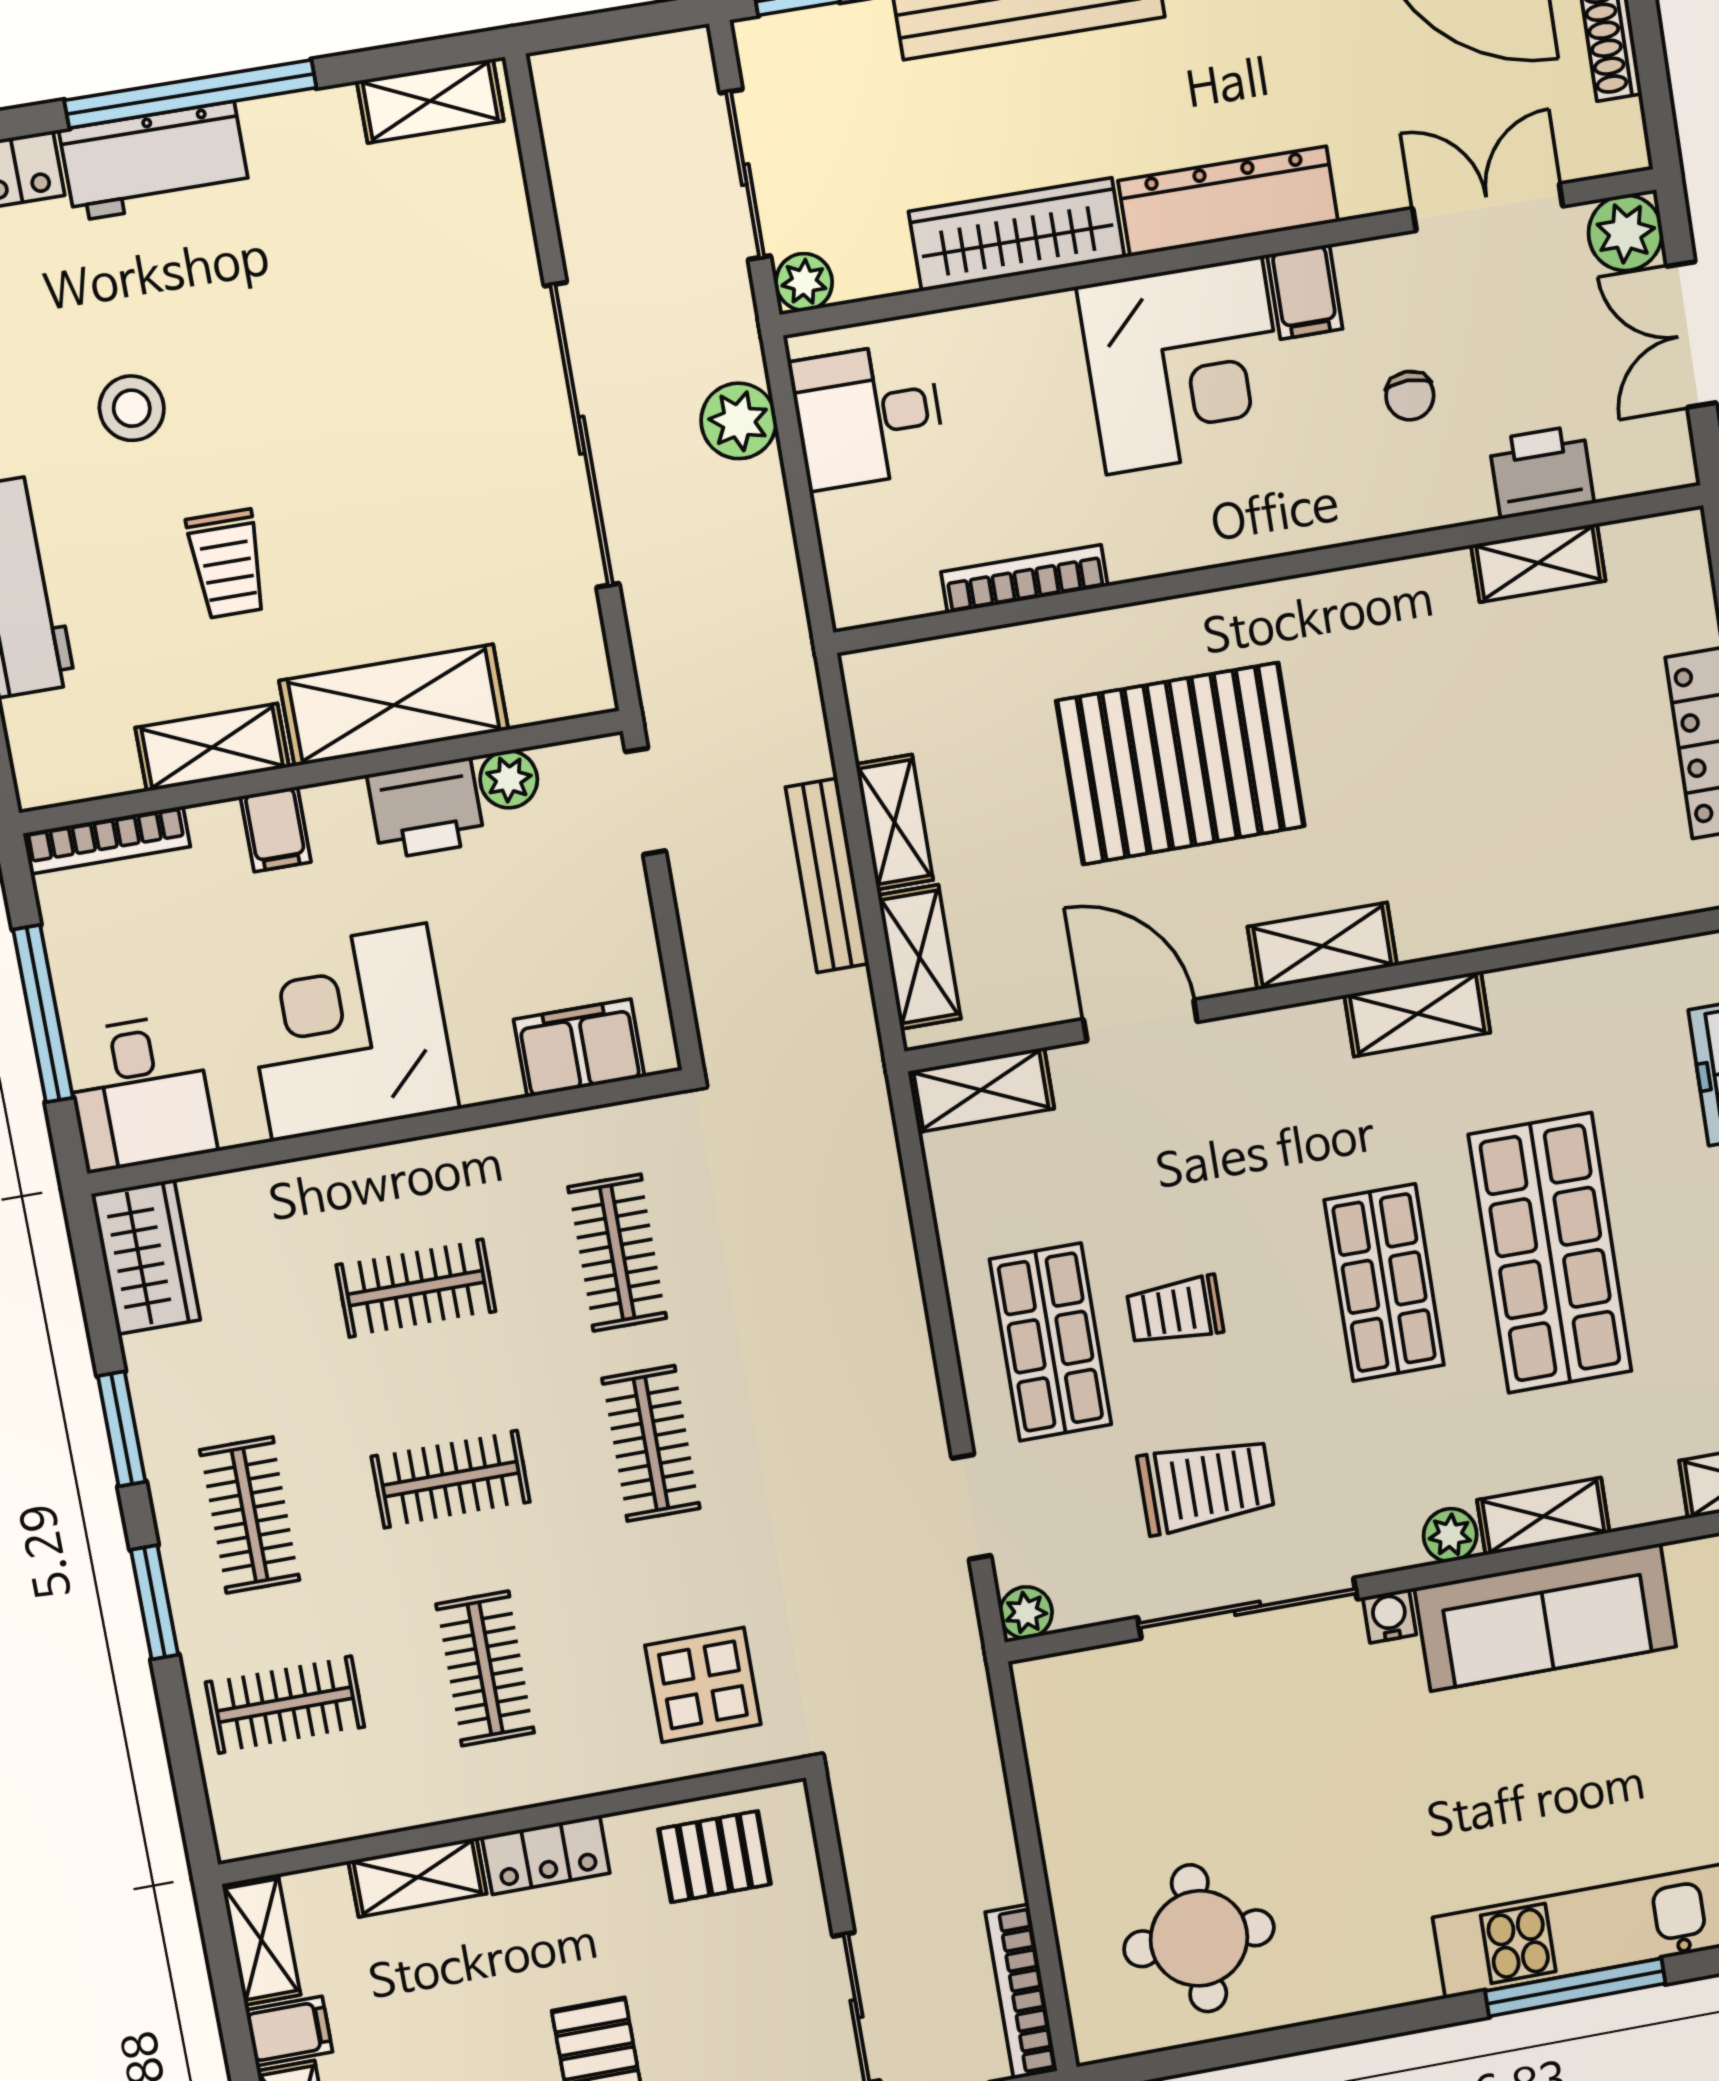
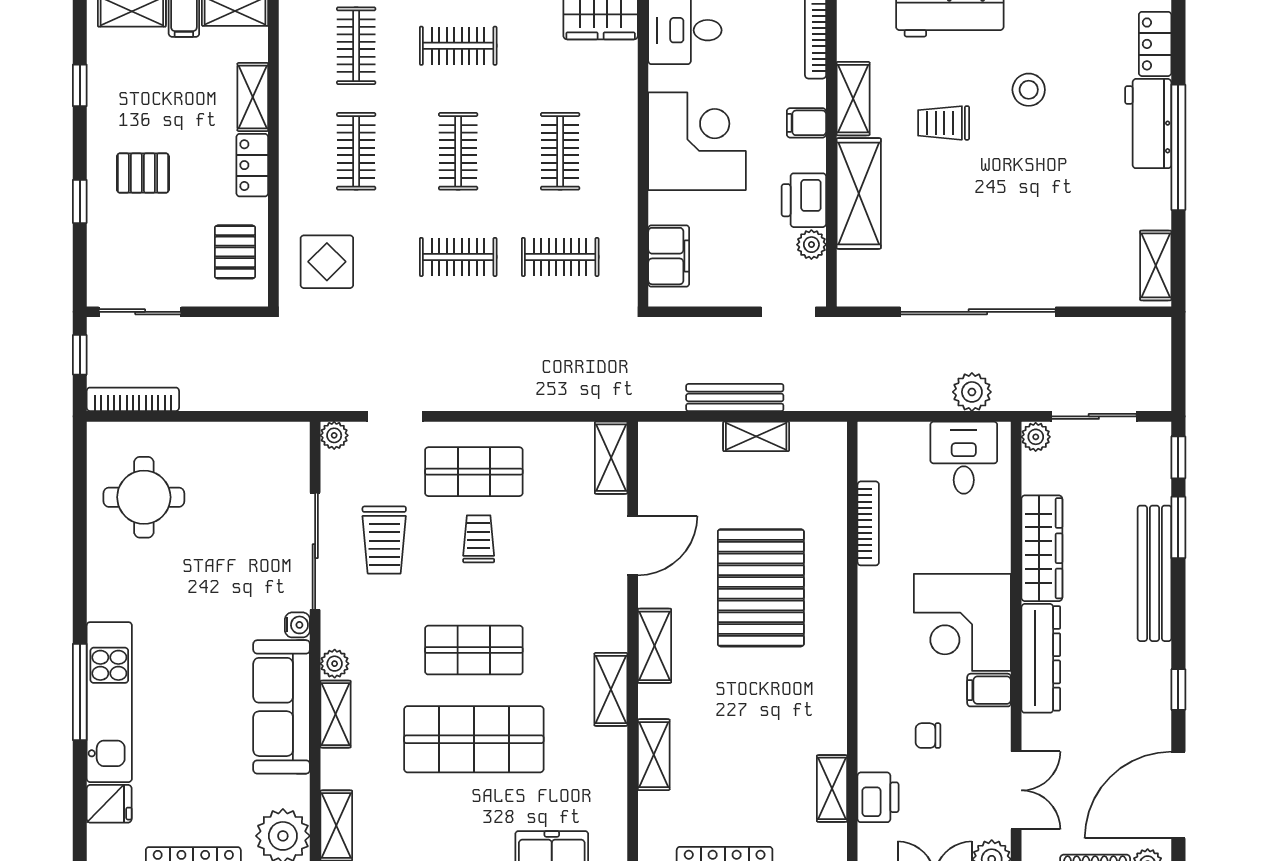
shelving: (919, 957) -> (654, 755), moved, turned 90
clothes rail: (485, 1668) -> (356, 151), turned 90

